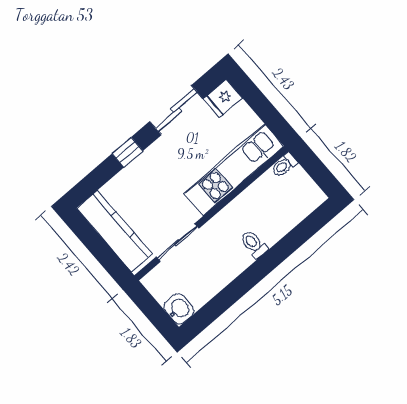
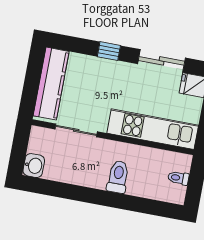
toilet: (284, 165) -> (178, 178), moved
toilet: (254, 244) -> (118, 177), width x1.37, depth x1.39

